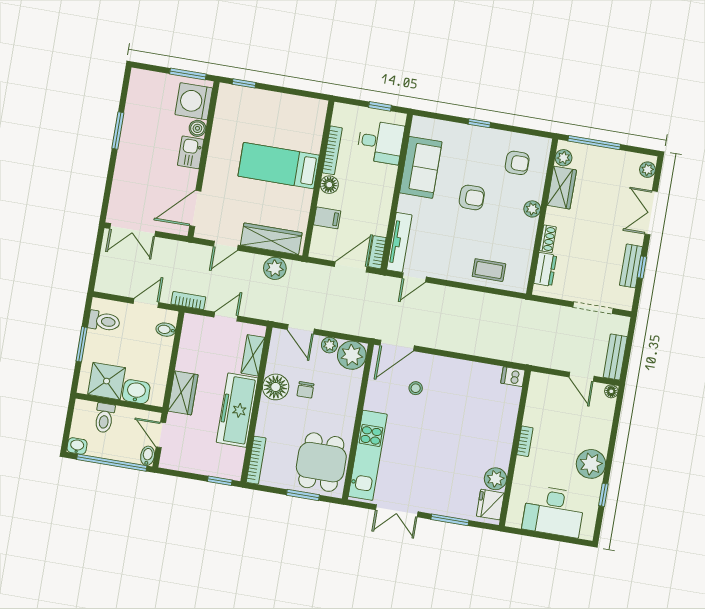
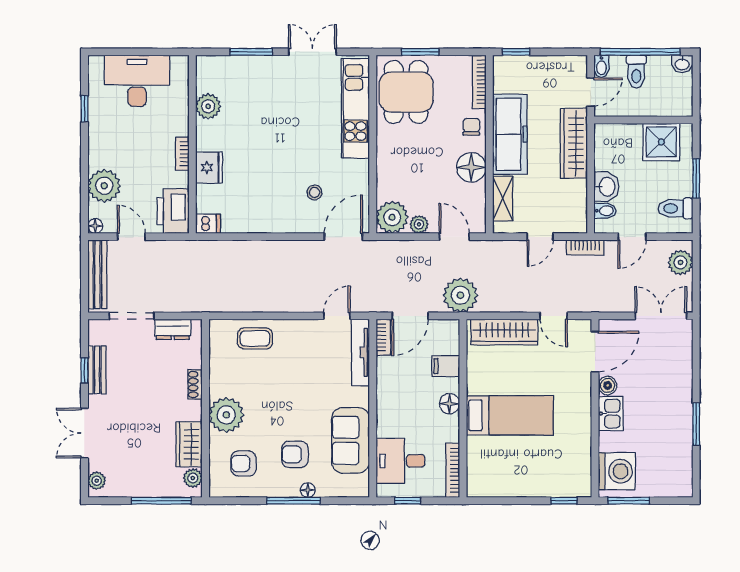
window: (479, 123) -> (293, 501), width x2.17
boiler: (197, 128) -> (608, 385), moved
floor lamp: (465, 130) -> (308, 490), added
bookcase: (332, 150) -> (453, 470), moved
armchair: (472, 197) -> (295, 454), moved
plant: (532, 209) -> (226, 415), width x1.87, depth x1.87
double door: (651, 213) -> (84, 433), swing flipped
door: (226, 246) -> (554, 316), swing flipped
plant: (275, 268) -> (460, 295), moved, width x1.36, depth x1.36
dresser: (545, 269) -> (173, 329), moved, turned -90
plant: (108, 273) -> (680, 262), added
bench: (615, 357) -> (97, 274), width x1.36
chair: (305, 390) -> (471, 127), moved
washbasin: (136, 392) -> (606, 187), moved, turned -90
wardrobe: (183, 393) -> (574, 143), width x1.50
printer: (541, 393) -> (173, 211), added
toilet: (104, 418) -> (636, 72), moved, turned 180
door: (161, 435) -> (591, 92), hinge flipped
plant: (591, 464) -> (104, 186), moved
fridge: (490, 505) -> (209, 168), moved

